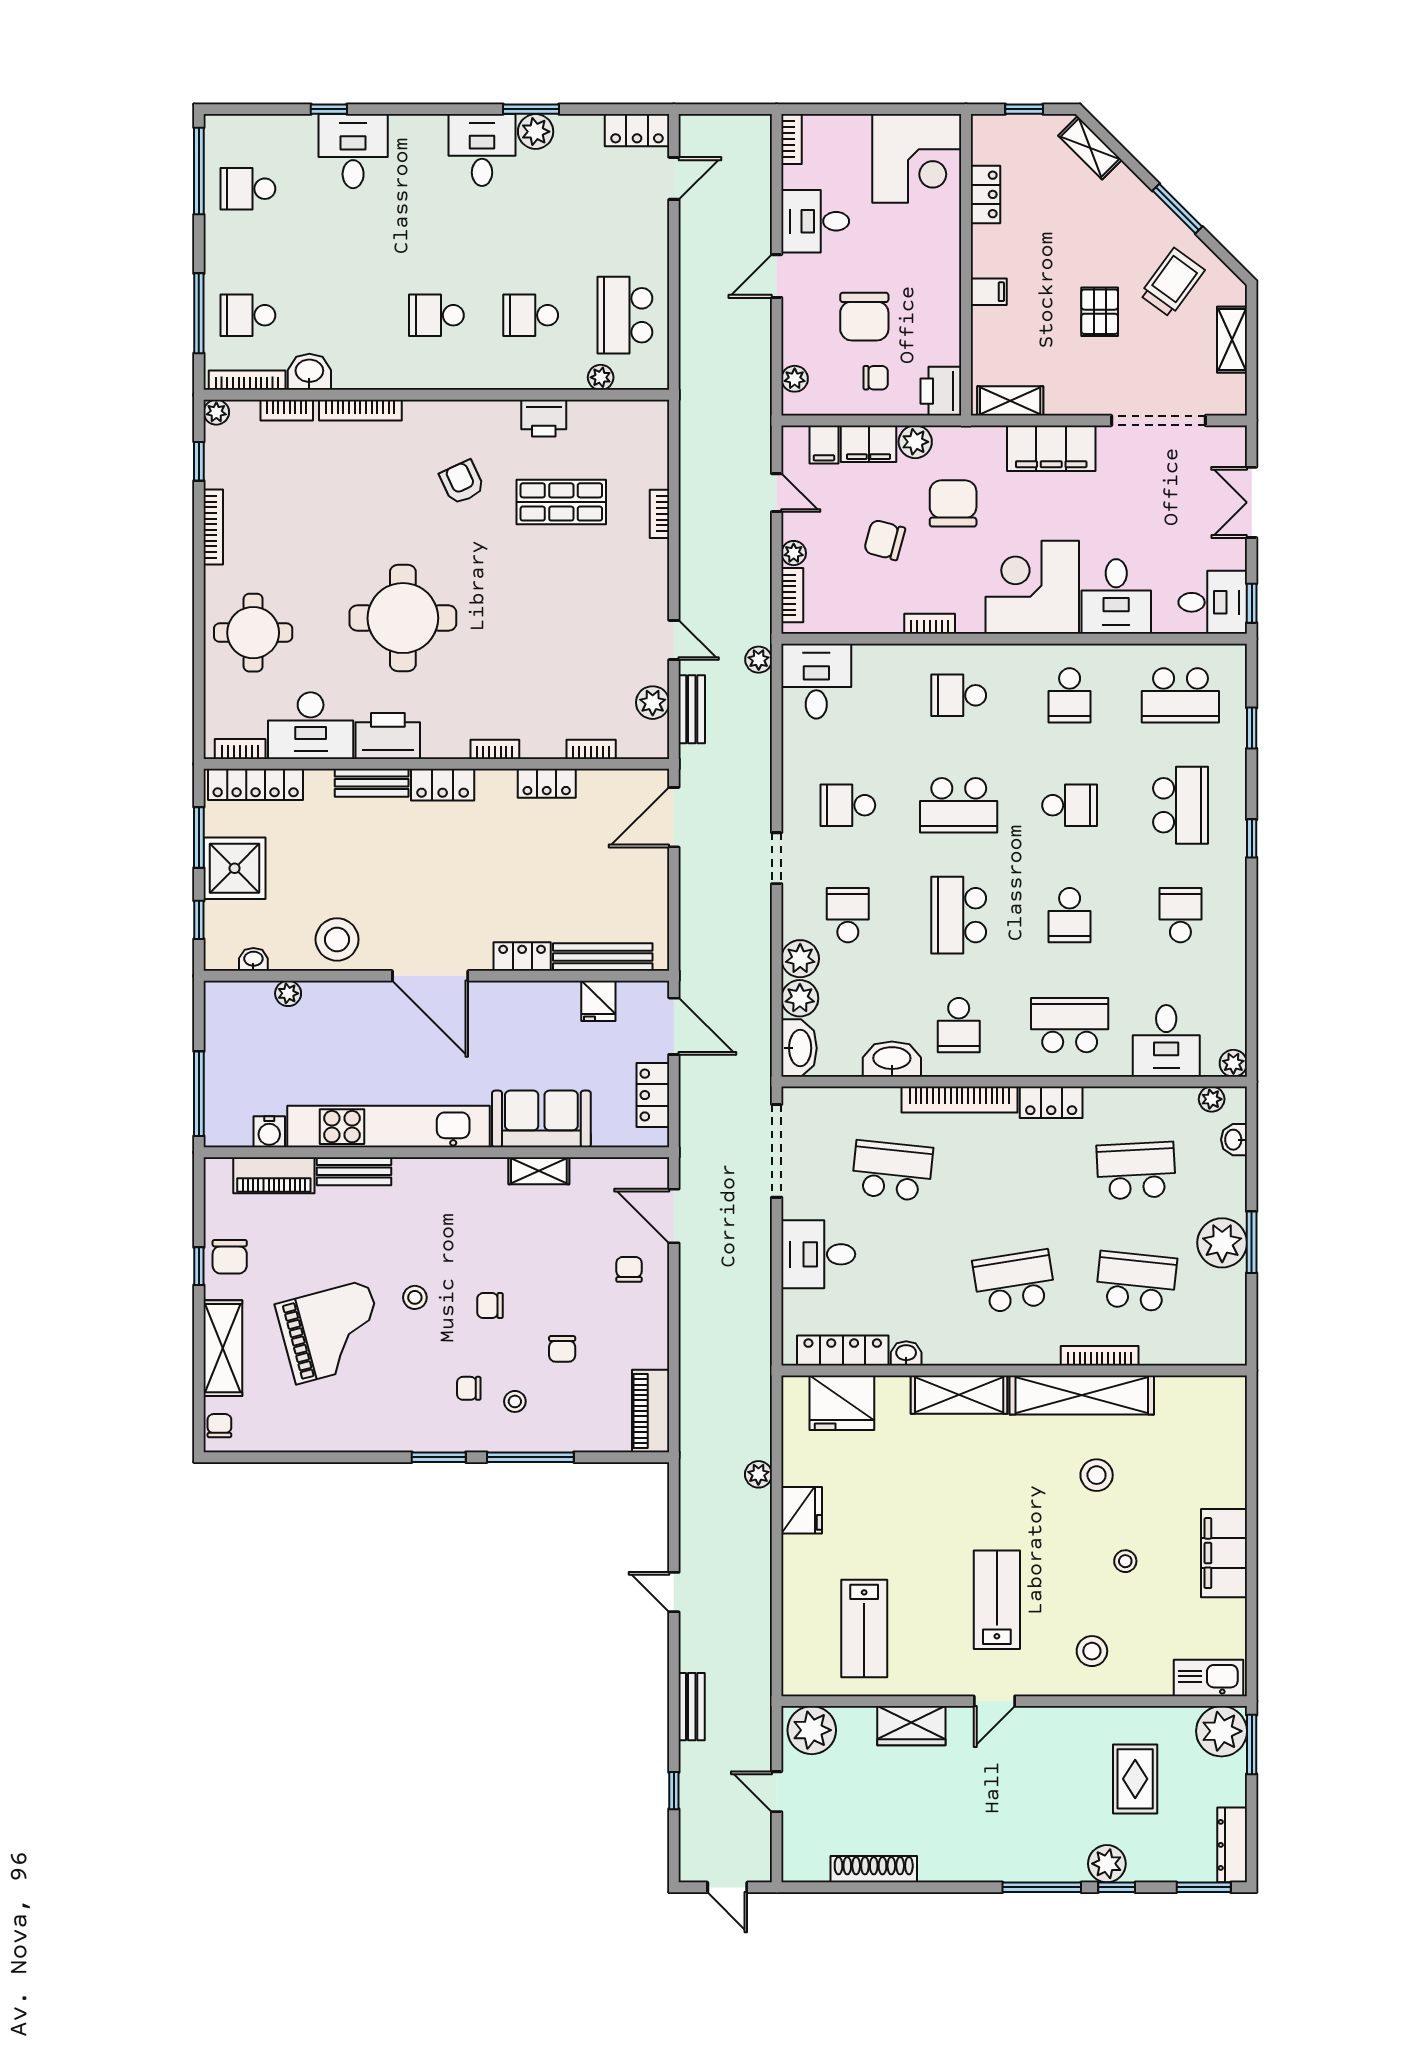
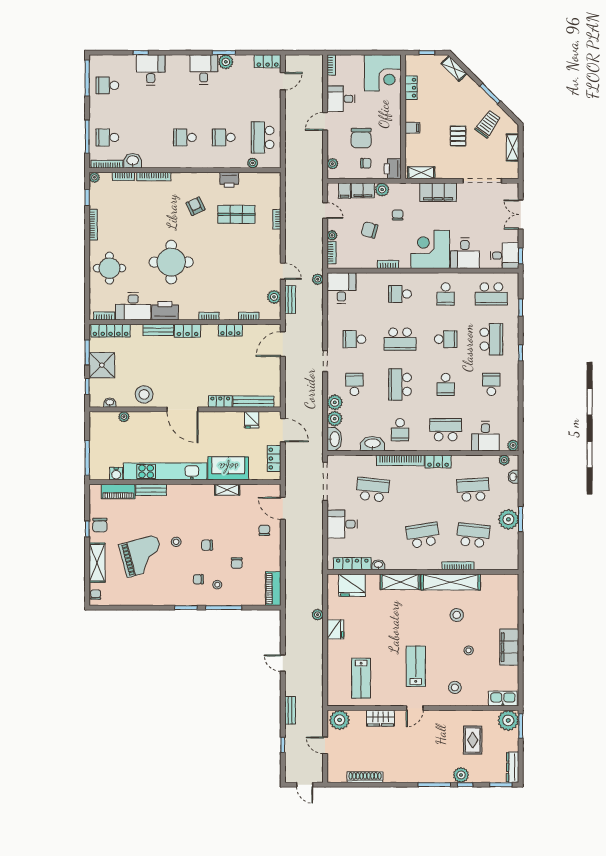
chair: (953, 503) -> (398, 215), width x0.54, depth x0.54

